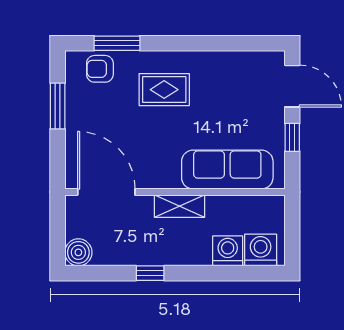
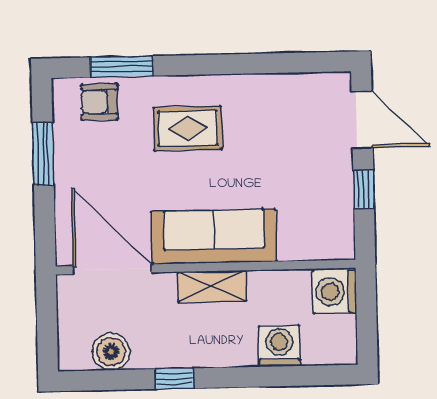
sofa: (227, 170) -> (214, 237), moved
washing machine: (261, 250) -> (334, 292), moved, turned -90
boiler: (78, 252) -> (111, 352), moved

